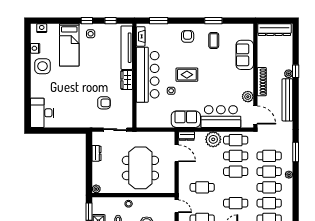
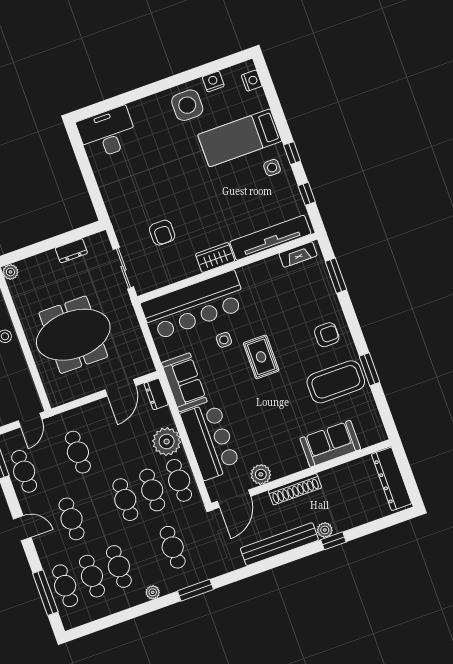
coffee table: (214, 40) -> (336, 382), width x1.86, depth x1.72
bar counter: (148, 75) -> (194, 305), moved
cafe table: (269, 172) -> (146, 557), removed

